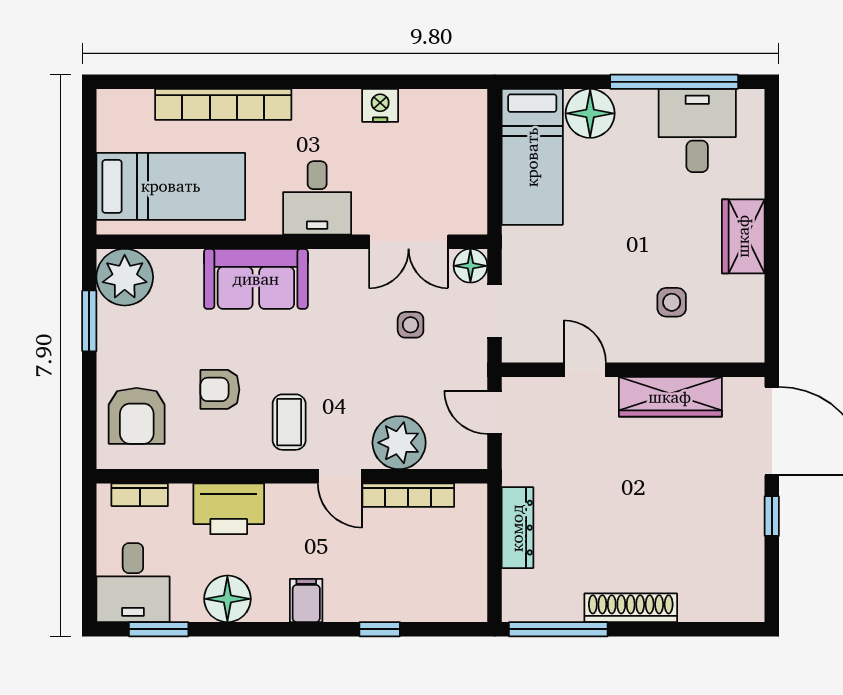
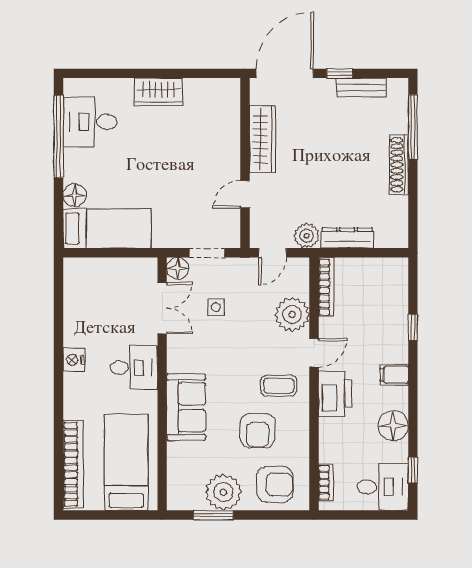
bookcase: (223, 104) -> (73, 464), moved
nightstand: (380, 105) -> (74, 360), moved
floor lamp: (590, 113) -> (75, 195), width x0.73, depth x0.73
plant: (125, 277) -> (223, 492), moved
side table: (672, 302) -> (201, 138), removed
armchair: (220, 389) -> (258, 430), width x1.38, depth x1.38
plant: (521, 465) -> (307, 236), added
bookcase: (408, 495) -> (326, 287), moved
printer: (229, 509) -> (335, 394), moved
bench: (750, 549) -> (361, 87), added
window: (159, 629) -> (413, 470), width x0.67
window: (558, 629) -> (413, 127), moved

